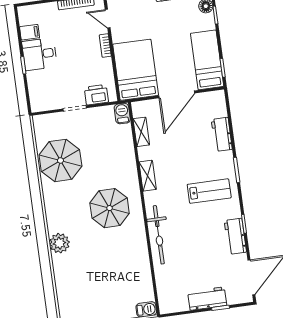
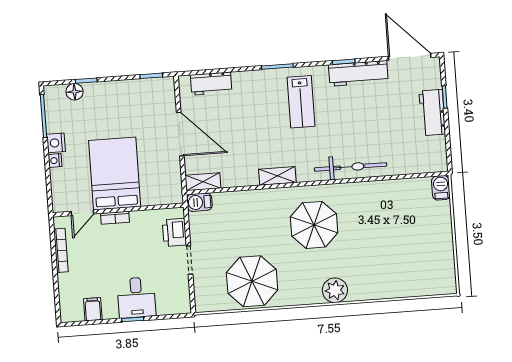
desk: (40, 54) -> (136, 298), moved
bed: (207, 60) -> (140, 94), removed
bed: (136, 70) -> (115, 173), moved, turned 90
shelving: (141, 132) -> (203, 182), moved
workbench: (222, 134) -> (211, 84), moved
lab bench: (209, 191) -> (301, 102), turned 180
workbench: (235, 236) -> (358, 73), width x1.38
plant: (59, 243) -> (335, 290), moved

